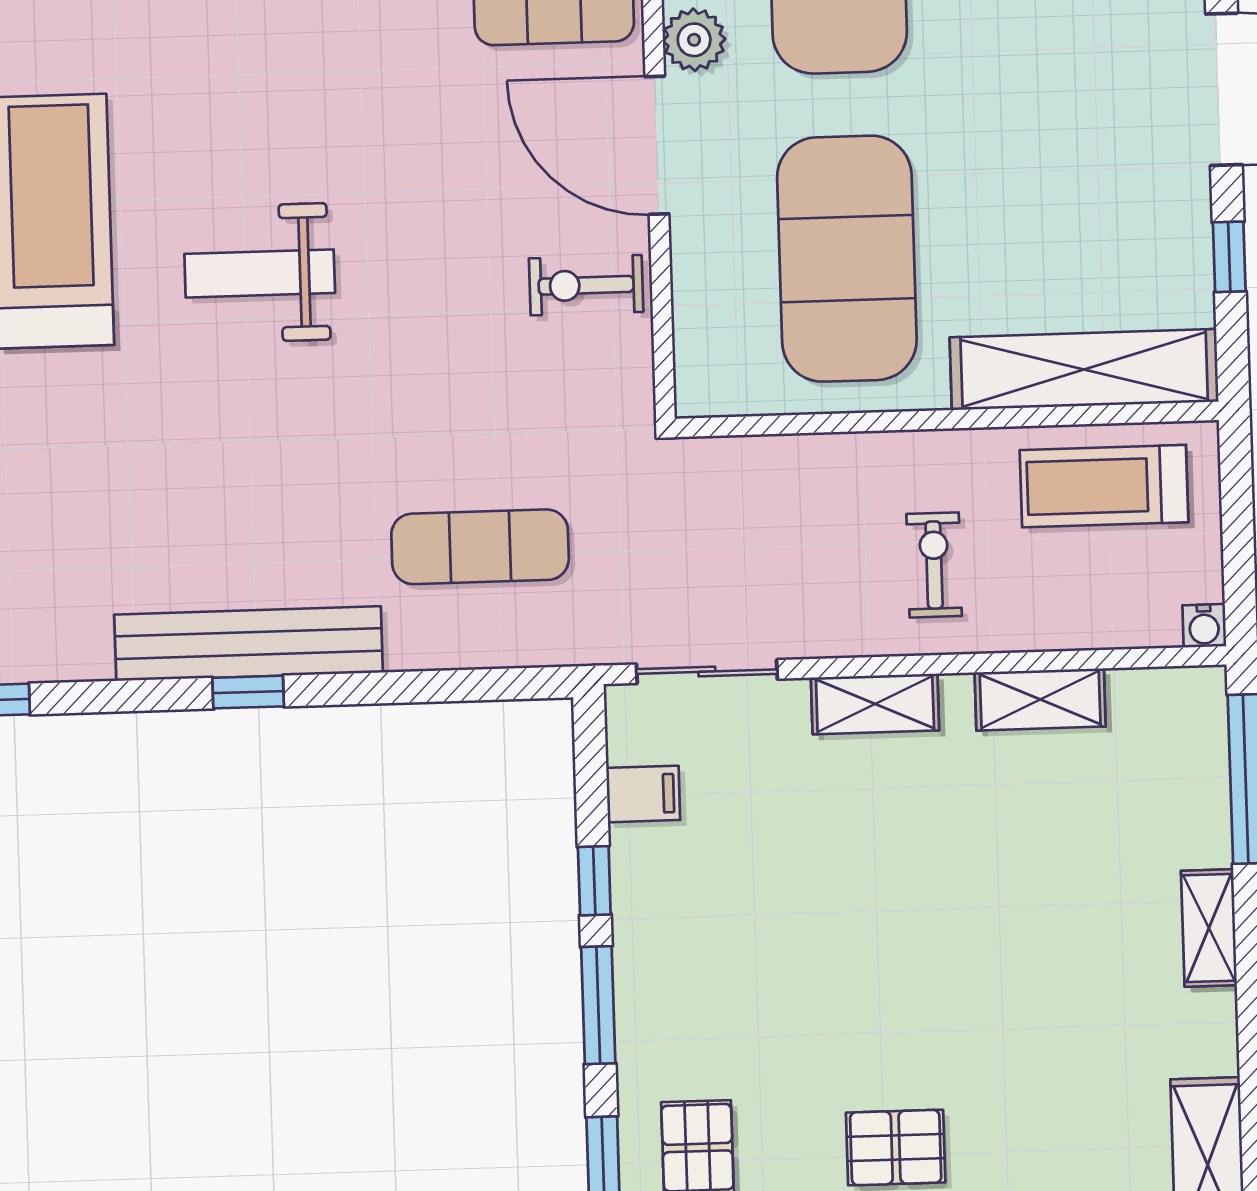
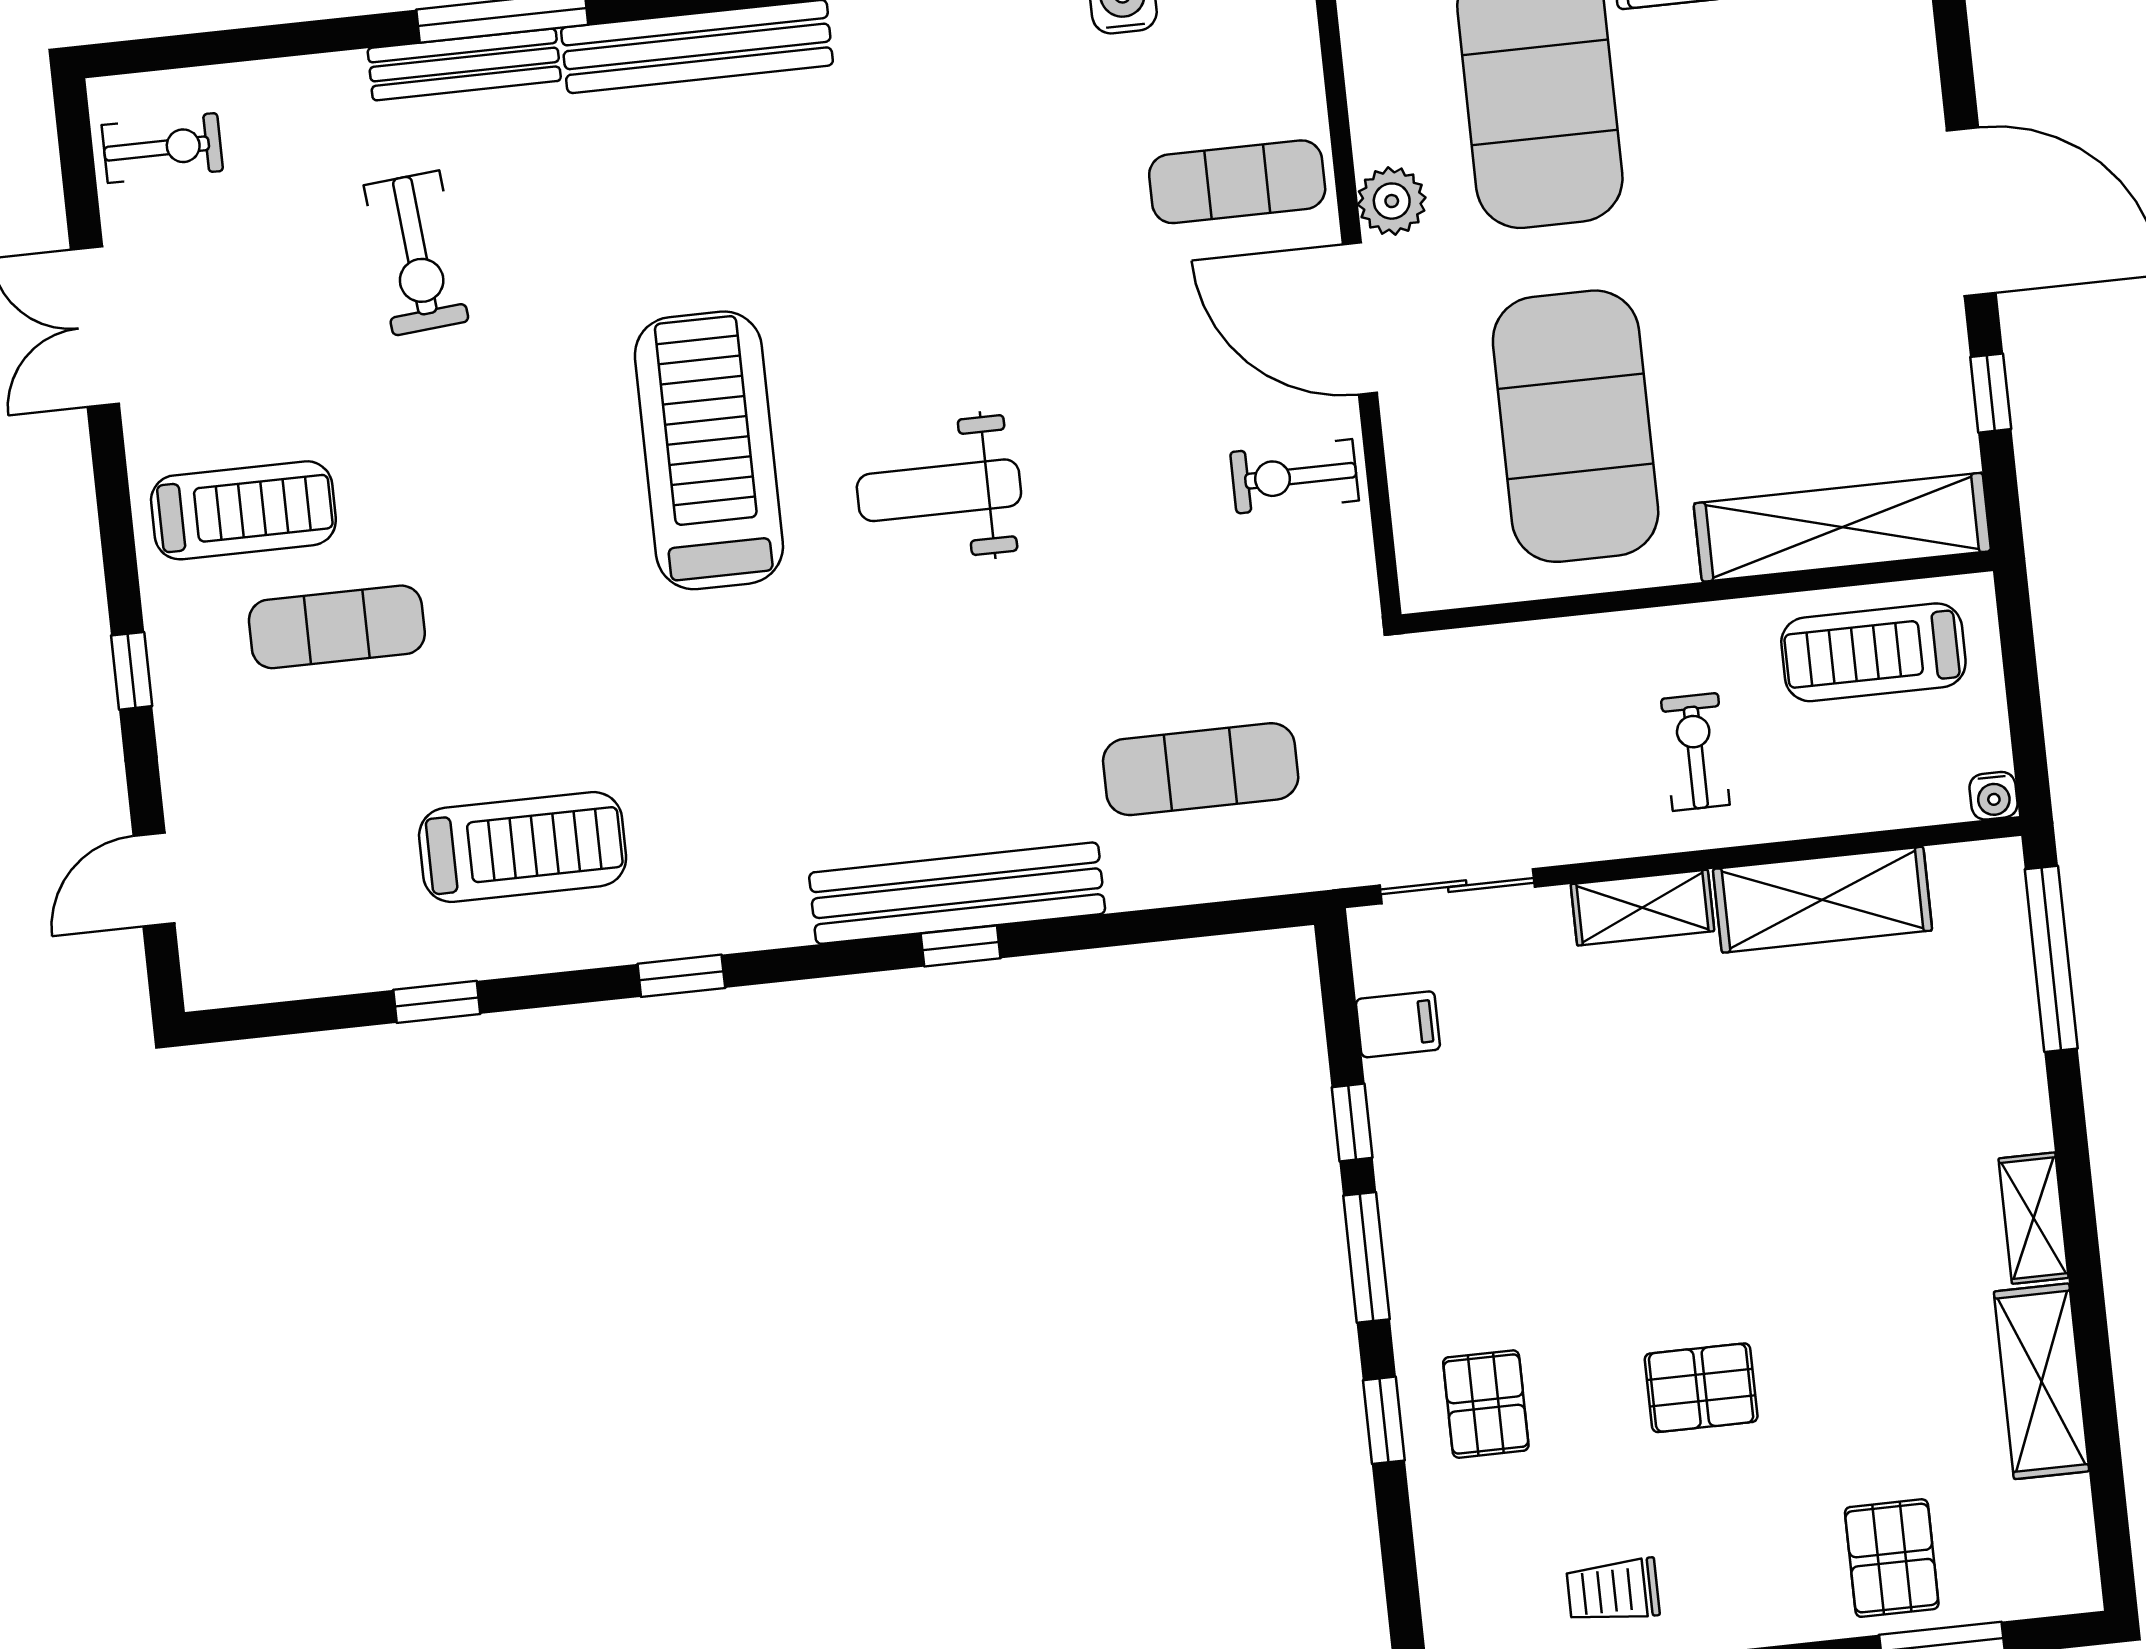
shelving: (1040, 699) -> (1823, 900), width x1.50, depth x1.33
shelving: (1209, 928) -> (2034, 1218), moved

